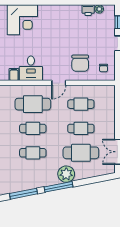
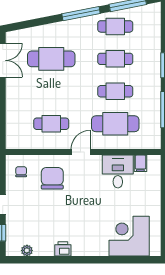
printer: (88, 10) -> (63, 249), moved
cafe table: (81, 128) -> (115, 26), moved
plant: (66, 174) -> (71, 31), removed

